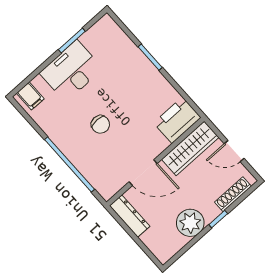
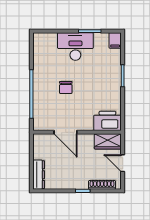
filing cabinet: (30, 96) -> (115, 40), moved
wardrobe: (190, 148) -> (108, 141), width x0.67
dresser: (130, 216) -> (39, 175), moved
plant: (190, 223) -> (67, 180), removed

